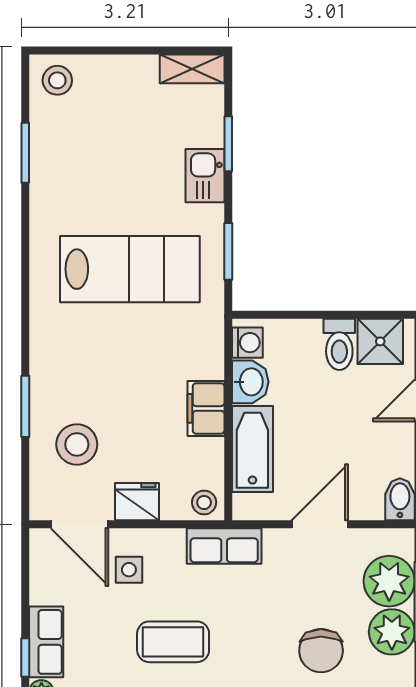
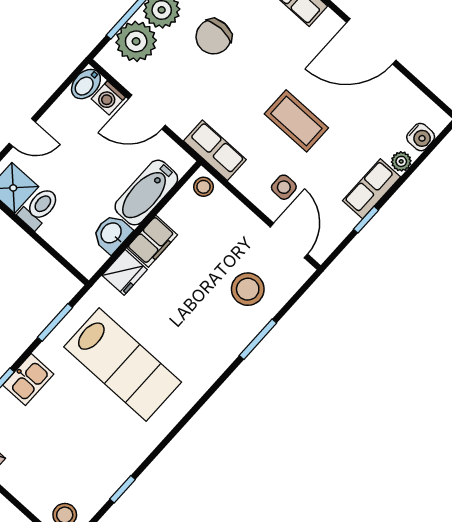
window: (25, 153) -> (122, 489), width x0.67
lab bench: (130, 269) -> (123, 365), turned 180
washing machine: (247, 343) -> (108, 98), moved, turned -90
fridge: (137, 502) -> (125, 272), moved, turned -90
chair: (321, 651) -> (214, 37), turned 180
window: (25, 658) -> (366, 220), moved

